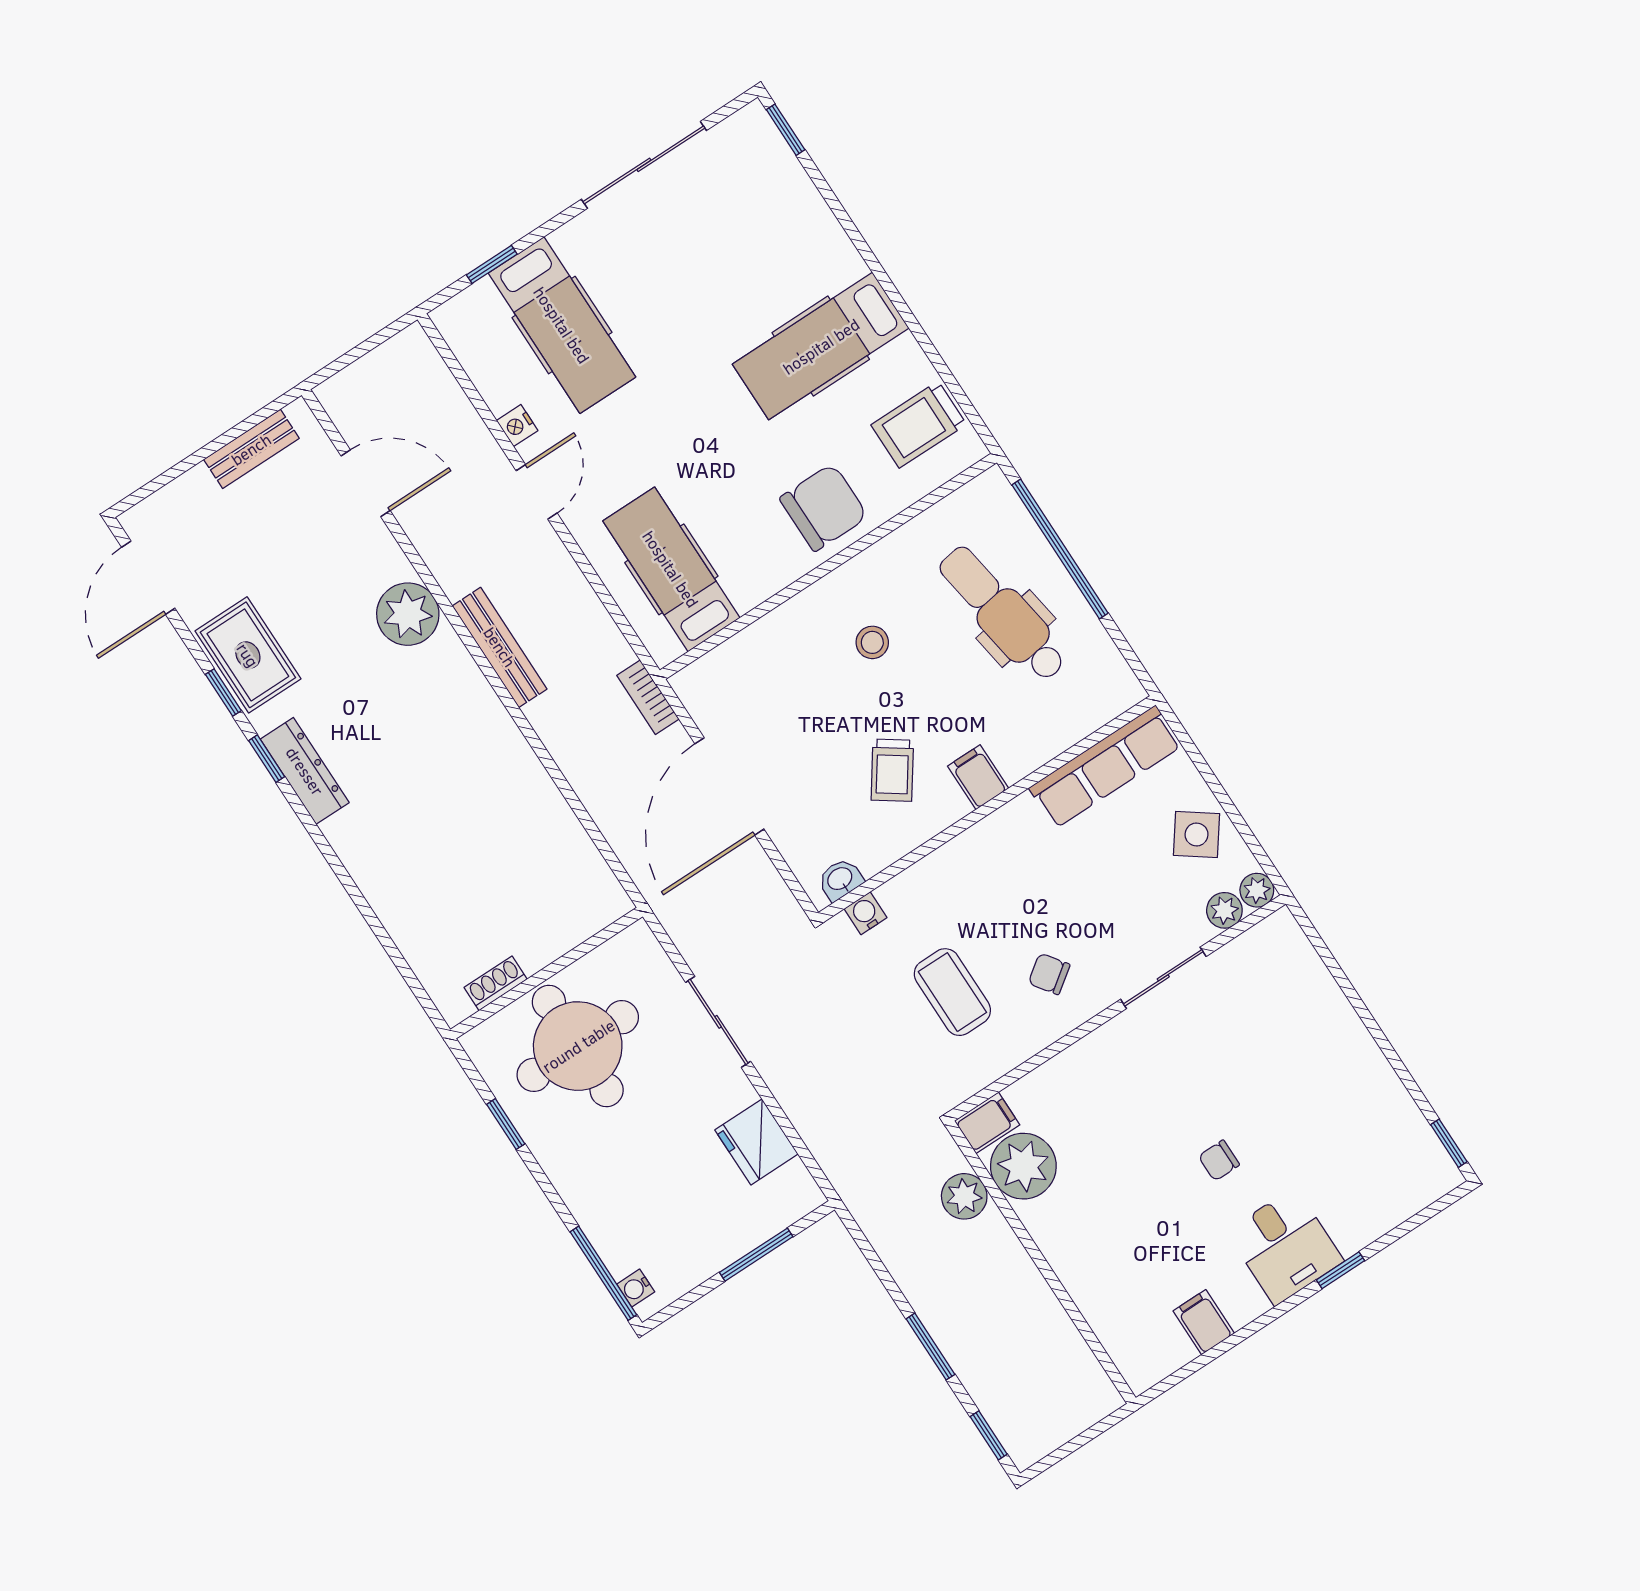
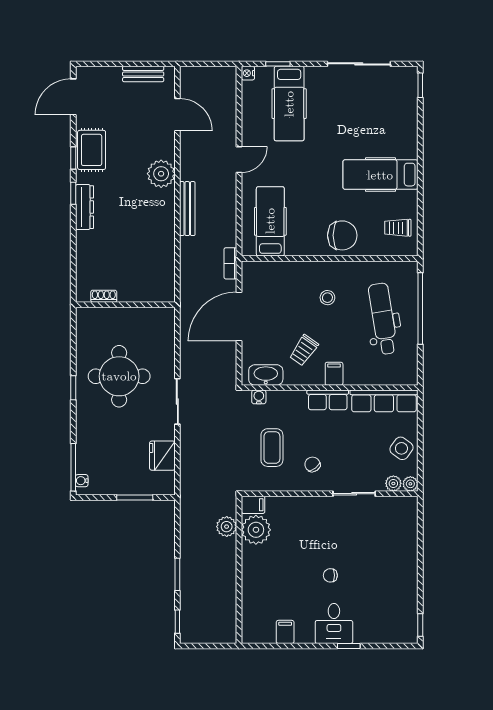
trolley: (919, 425) -> (398, 228), width x0.73, depth x0.72
nightstand: (517, 426) -> (248, 73), moved
row of seats: (999, 834) -> (328, 400), added
washbasin: (840, 879) -> (266, 375), width x1.91, depth x1.45
wall: (547, 973) -> (125, 305), moved
shoe rack: (496, 983) -> (104, 296), moved

